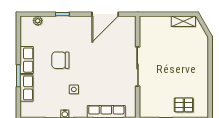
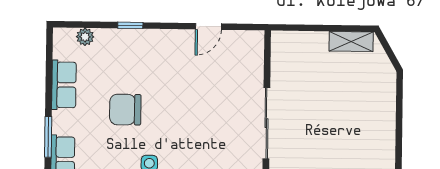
door: (105, 14) -> (208, 26), width x0.53
row of seats: (27, 60) -> (64, 85), moved

